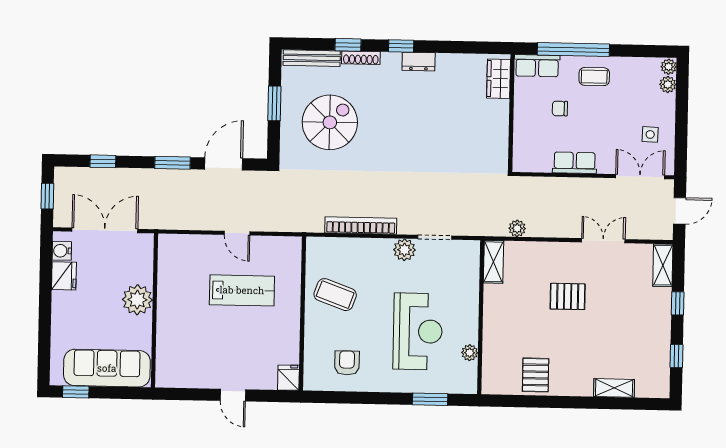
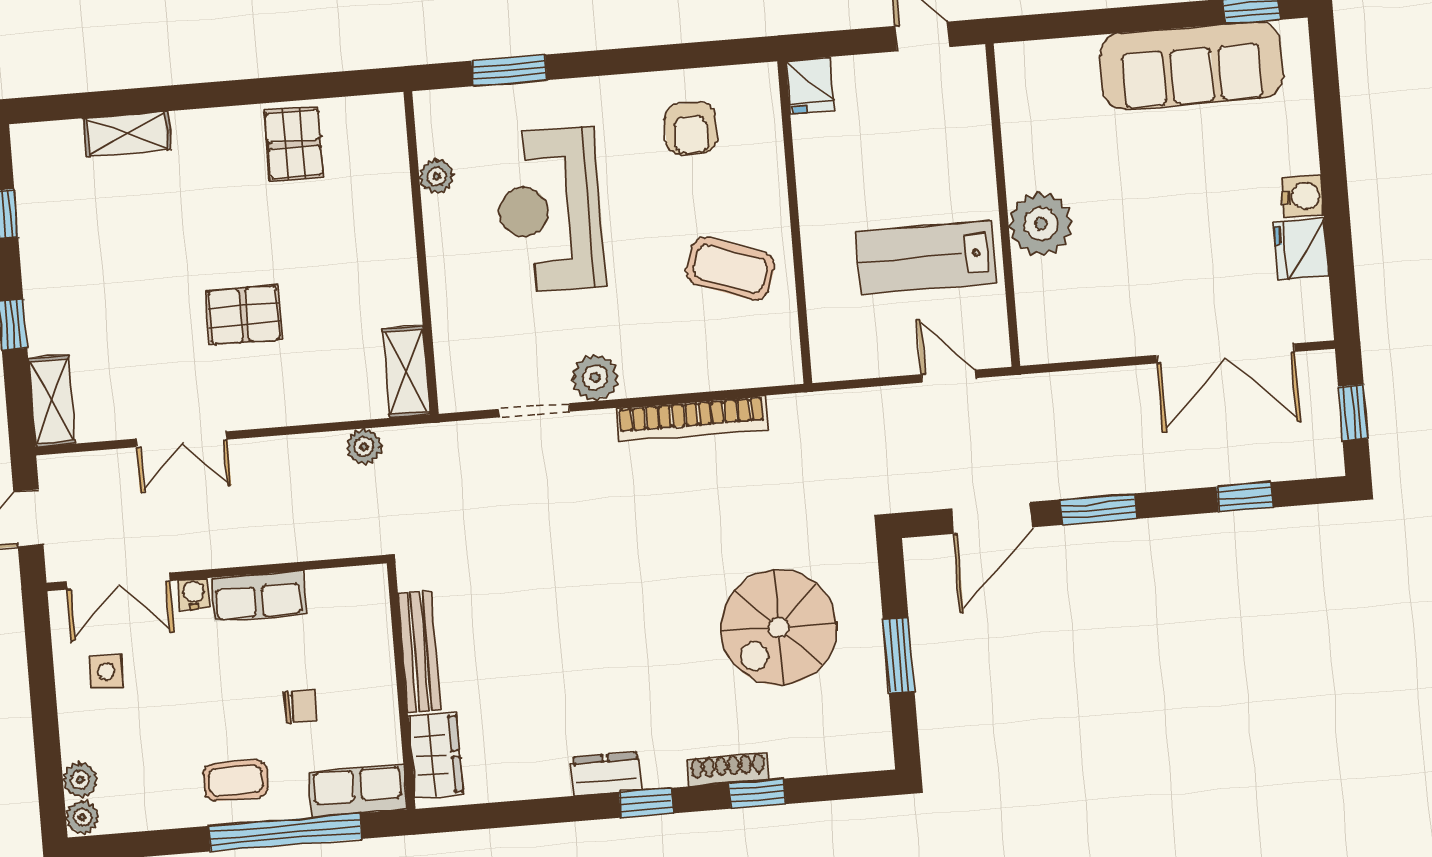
bench: (312, 58) -> (419, 652), moved, turned 90
water cooler: (605, 167) -> (194, 594), added
water cooler: (62, 251) -> (1302, 196), moved
plant: (137, 300) -> (1041, 224), moved
wall: (154, 310) -> (1003, 205), moved

